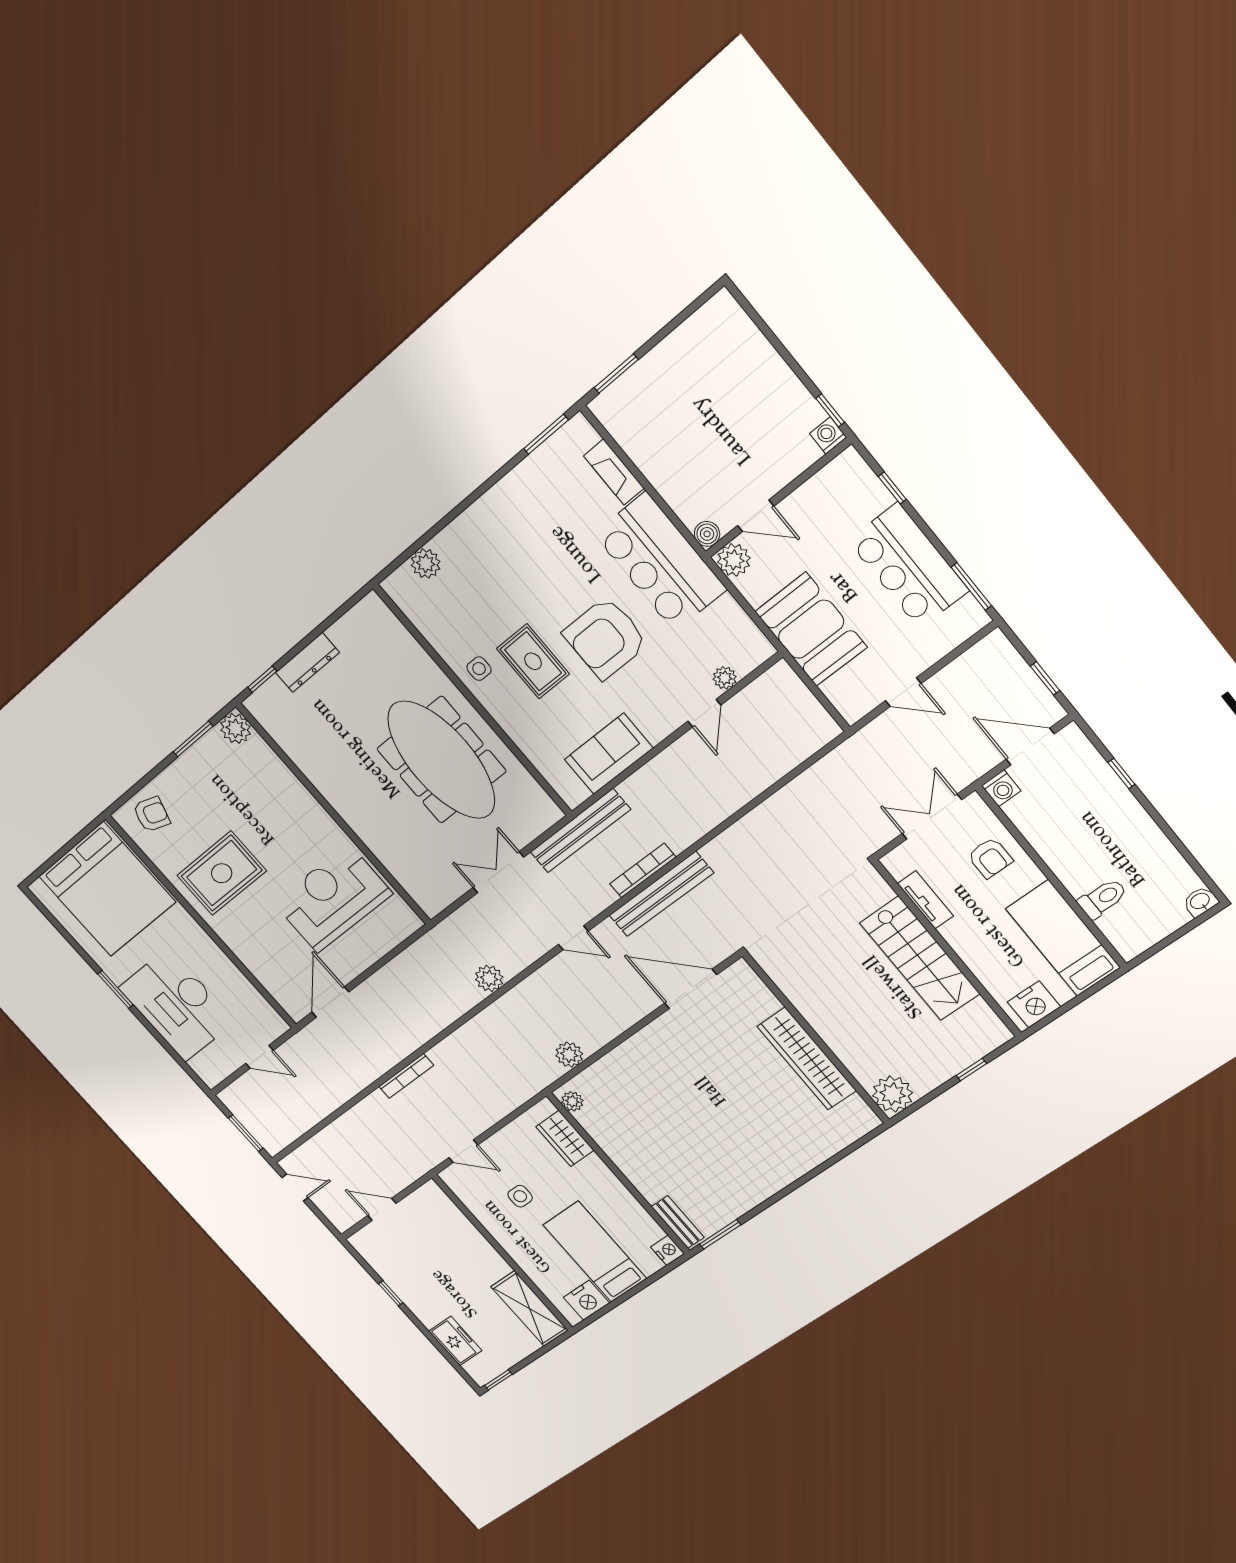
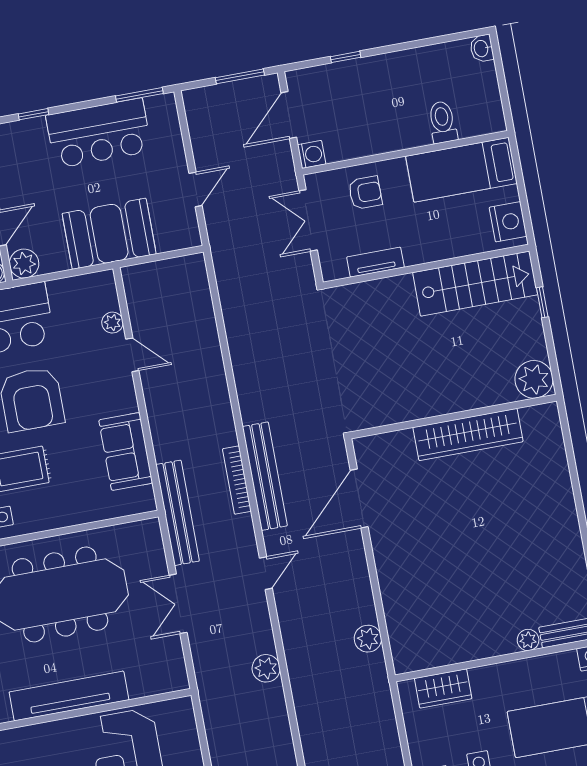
window: (1045, 678) -> (240, 76), width x1.50
tv unit: (357, 815) -> (69, 696), added
stairs: (920, 958) -> (475, 284), moved
plant: (572, 1101) -> (528, 640), moved

